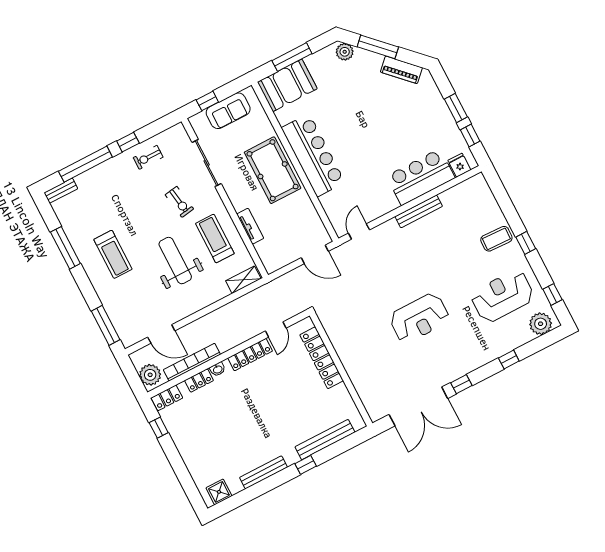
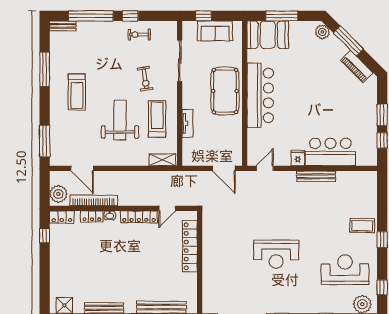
fridge: (459, 165) -> (298, 158), moved

